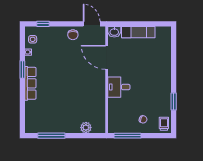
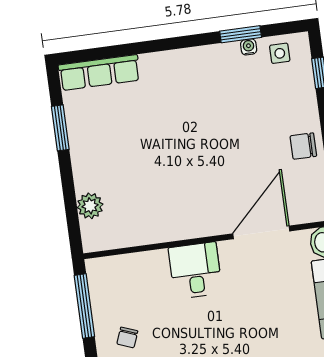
window: (22, 69) -> (241, 34), moved
row of seats: (30, 83) -> (99, 73), moved
window: (51, 136) -> (60, 128), width x0.69

